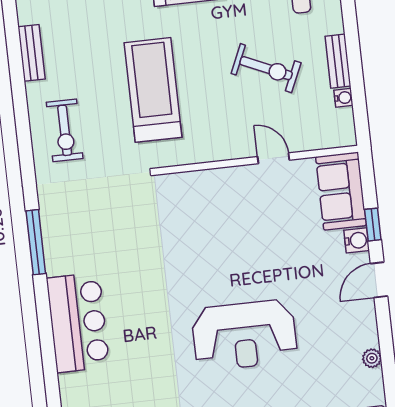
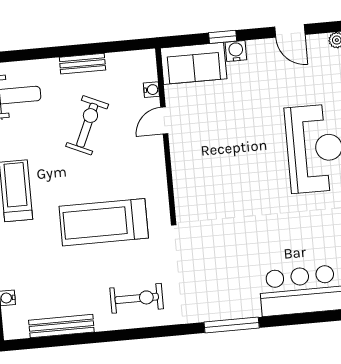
bench: (31, 53) -> (61, 326), width x1.36
water cooler: (343, 98) -> (151, 90), moved, turned 90
door: (379, 280) -> (290, 31), moved

